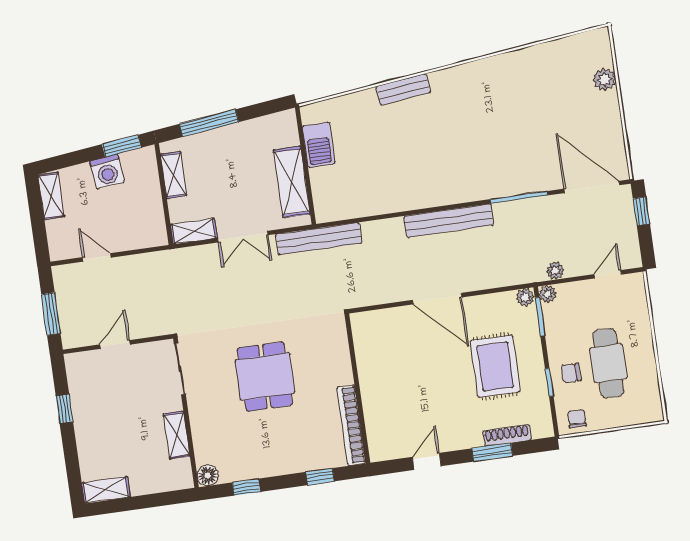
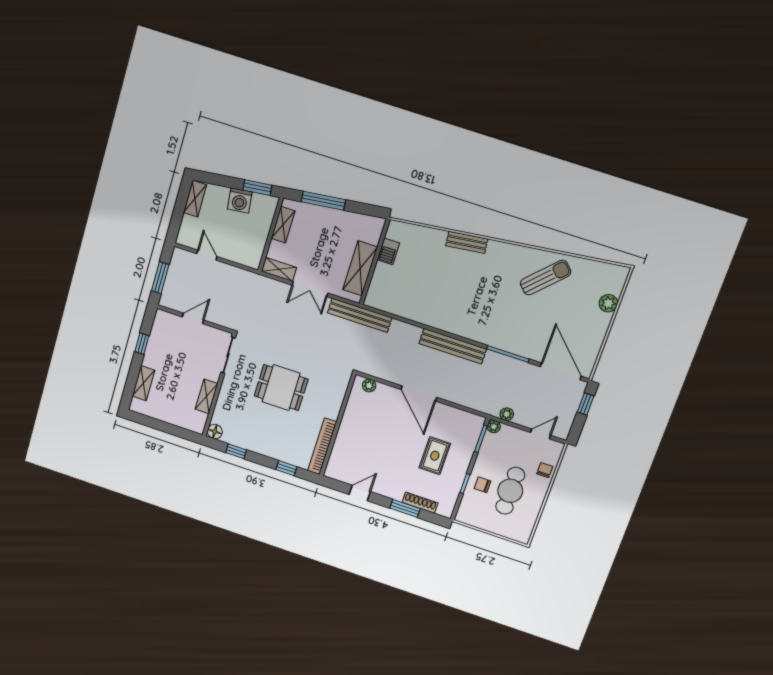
sun lounger: (516, 86) -> (546, 278), added
barbecue: (319, 145) -> (388, 251), width x0.73, depth x0.79
plant: (525, 297) -> (369, 386), moved
rug: (495, 366) -> (435, 456), width x0.73, depth x0.70
dining table: (265, 377) -> (281, 388), turned 90
chair: (577, 419) -> (545, 470), moved
shelving: (106, 490) -> (143, 383), moved, turned 90

